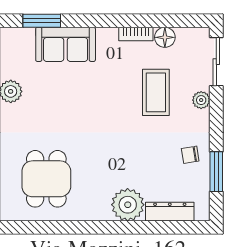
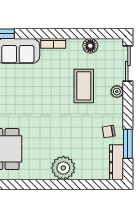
bookcase: (136, 34) -> (53, 43), moved
dresser: (170, 212) -> (116, 162), moved, turned -90

